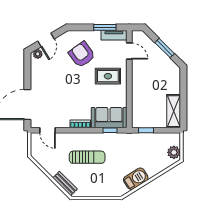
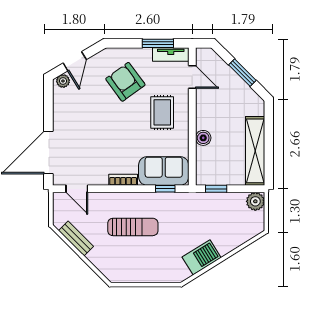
rug: (108, 76) -> (162, 112), turned 90
boiler: (137, 94) -> (203, 138), added
shelving: (174, 111) -> (255, 151), width x1.47
plant: (174, 152) -> (255, 201), moved
bench: (65, 183) -> (76, 238), moved

